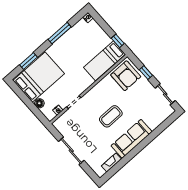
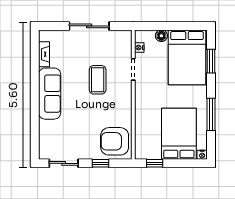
bed: (104, 61) -> (179, 134), moved, width x1.50
coffee table: (111, 116) -> (98, 80), moved

